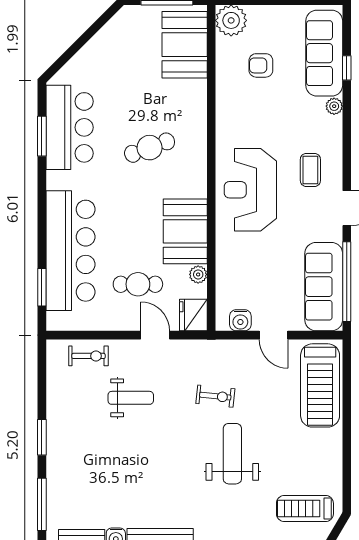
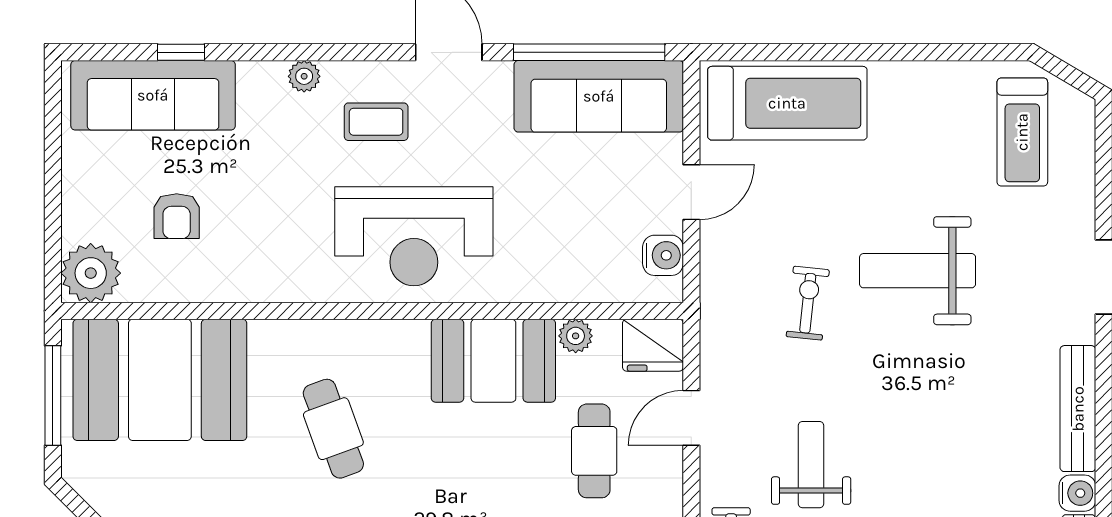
booth: (185, 45) -> (160, 380), width x1.36, depth x1.42
plant: (334, 106) -> (304, 76), moved

